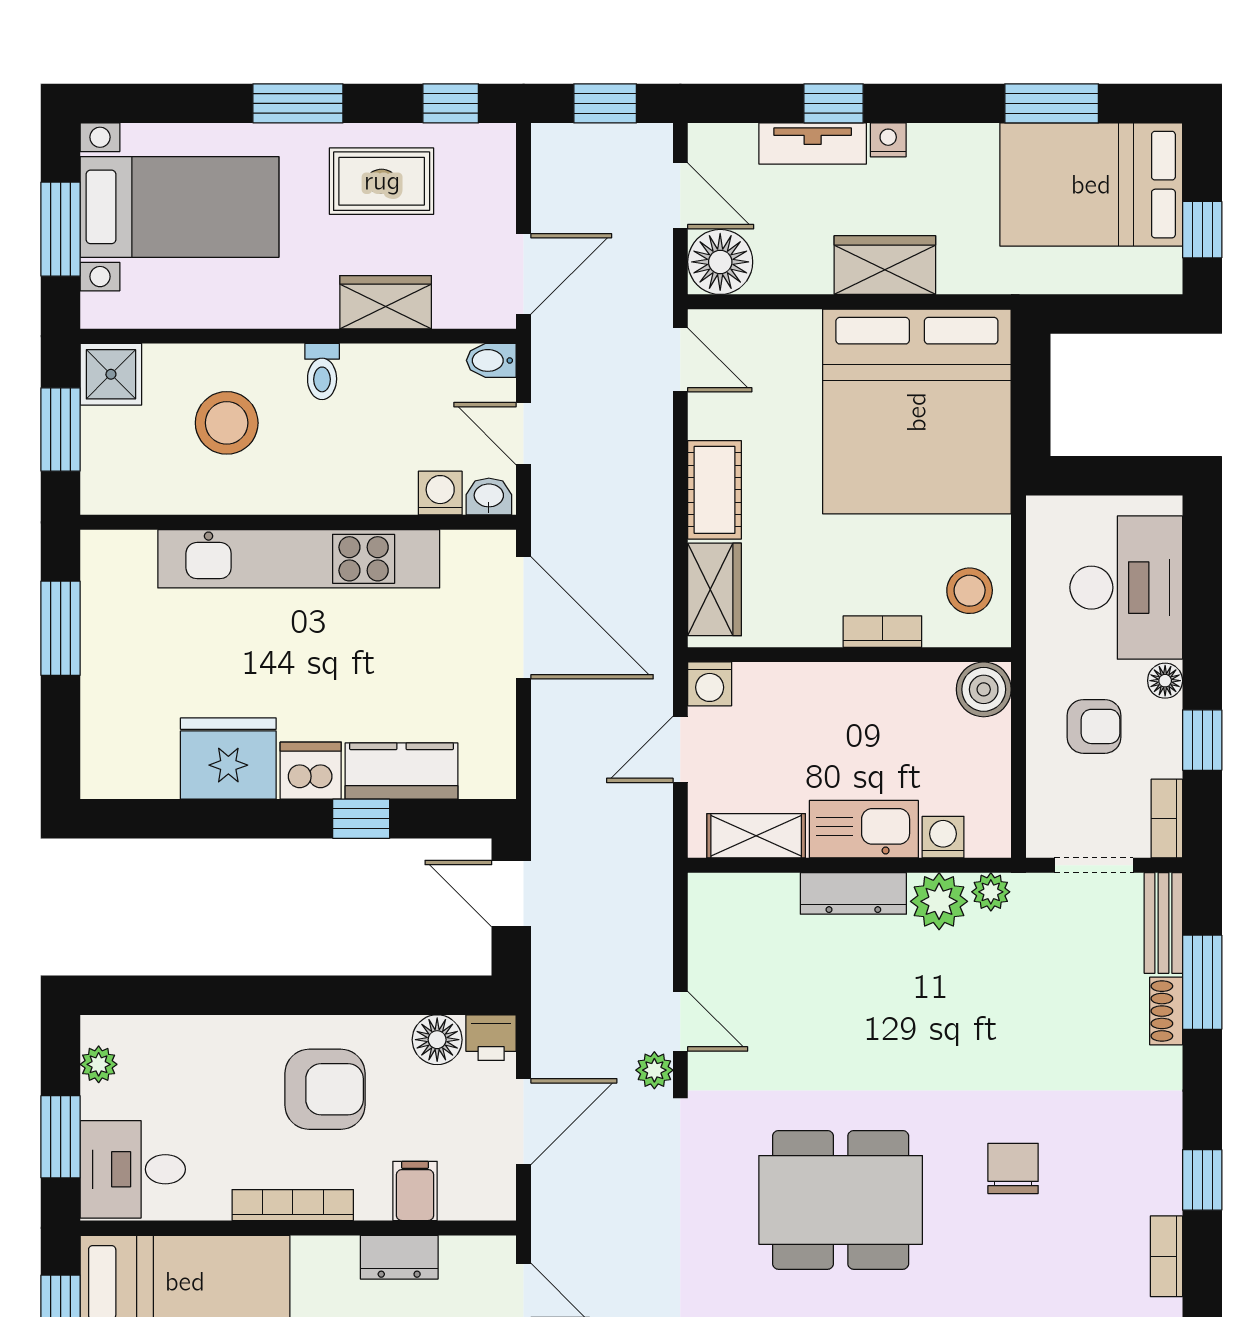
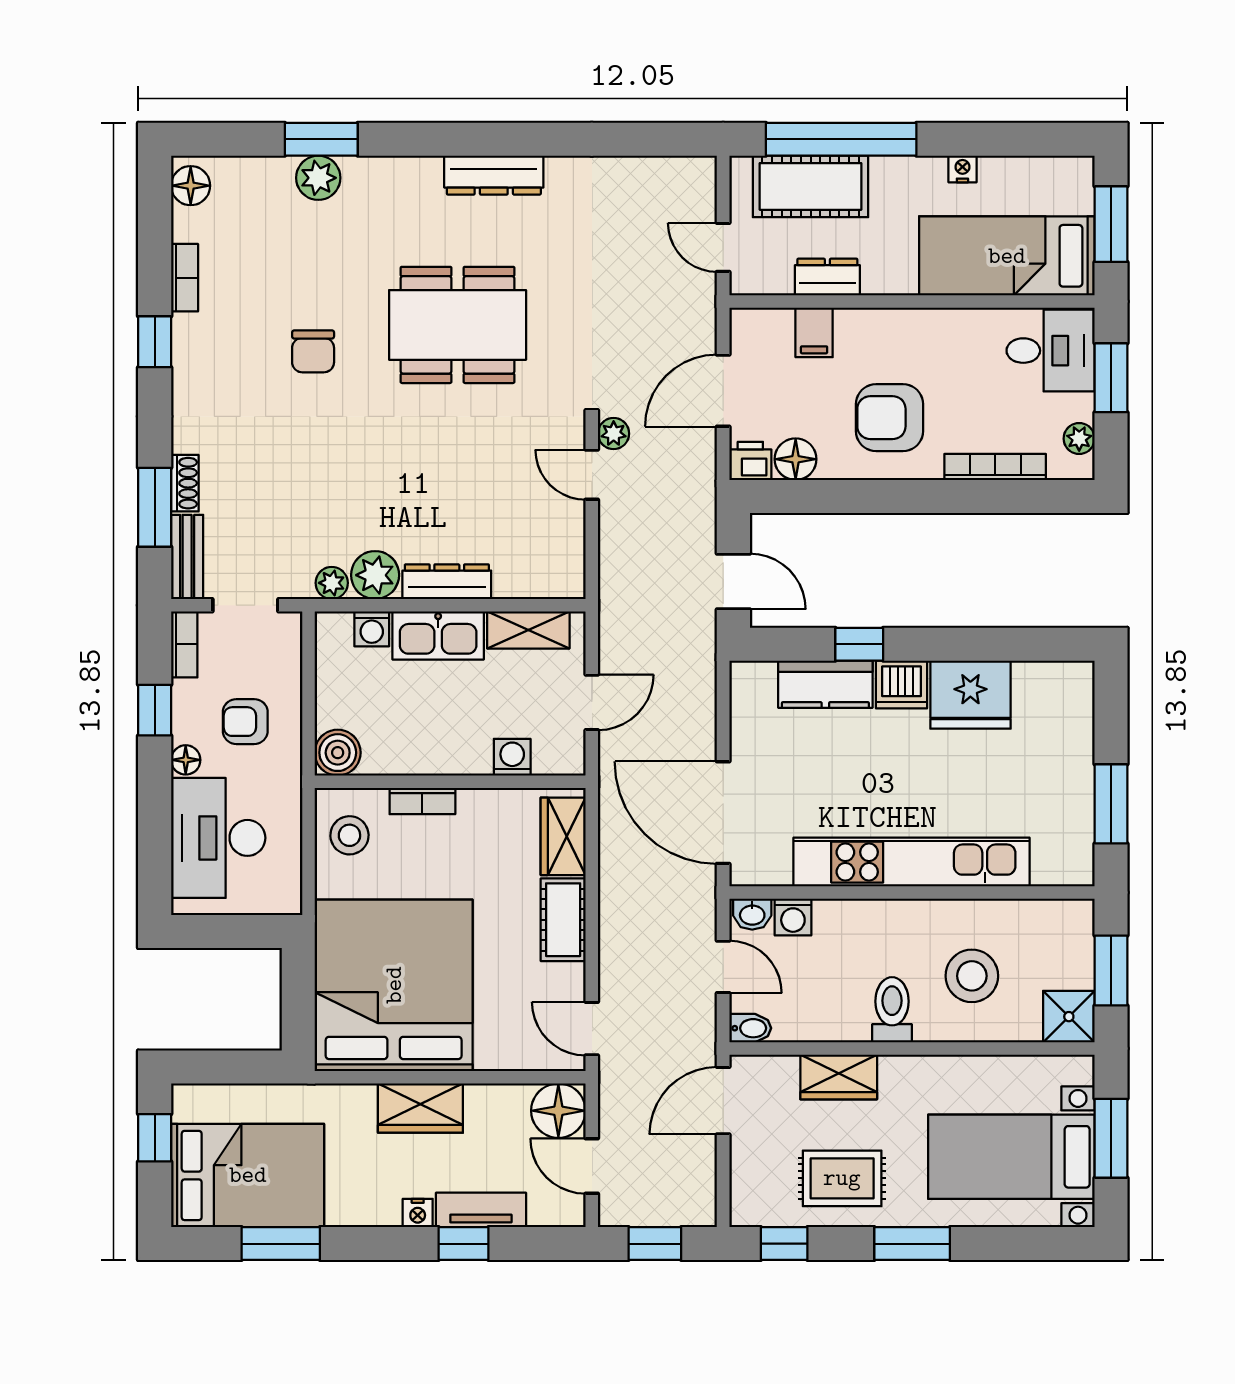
toilet: (322, 372) -> (892, 1010), width x1.37, depth x1.39
washing machine: (710, 684) -> (512, 757), moved
bookcase: (293, 1205) -> (995, 467), moved, turned 180

